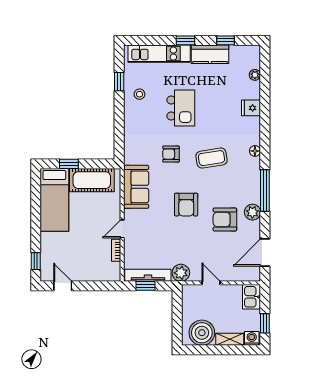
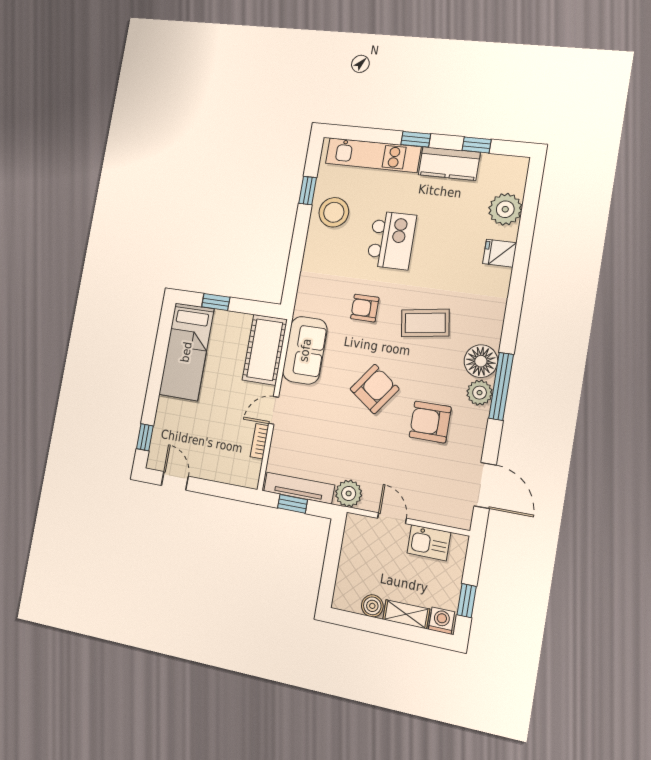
plant: (255, 75) -> (505, 209), width x1.88, depth x1.88
stool: (139, 94) -> (334, 212), width x1.89, depth x1.89
floor lamp: (255, 151) -> (481, 361), moved, width x1.89, depth x1.89
cot: (92, 180) -> (265, 350), moved, turned 90
armchair: (186, 205) -> (375, 389), turned -144
plant: (252, 212) -> (480, 393), moved
door: (265, 252) -> (485, 486), swing flipped
kitchen sink: (252, 297) -> (429, 543), moved, turned -90
boiler: (202, 333) -> (372, 606), width x0.54, depth x0.54

